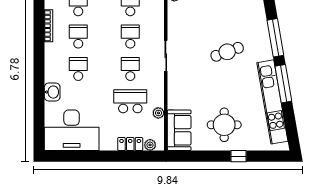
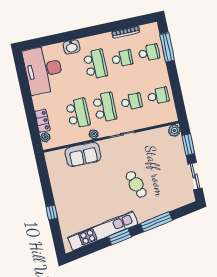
school desk: (78, 69) -> (95, 64), width x1.85
school desk: (130, 69) -> (105, 107), width x1.85
window: (283, 84) -> (120, 237), width x0.69
plant: (158, 113) -> (94, 134), moved
round table: (224, 125) -> (75, 195), removed
sofa: (179, 130) -> (83, 154), moved

